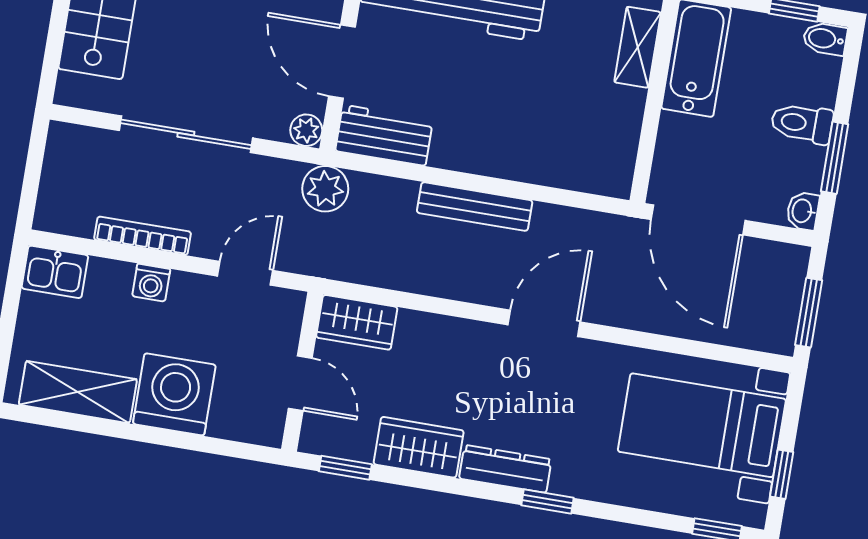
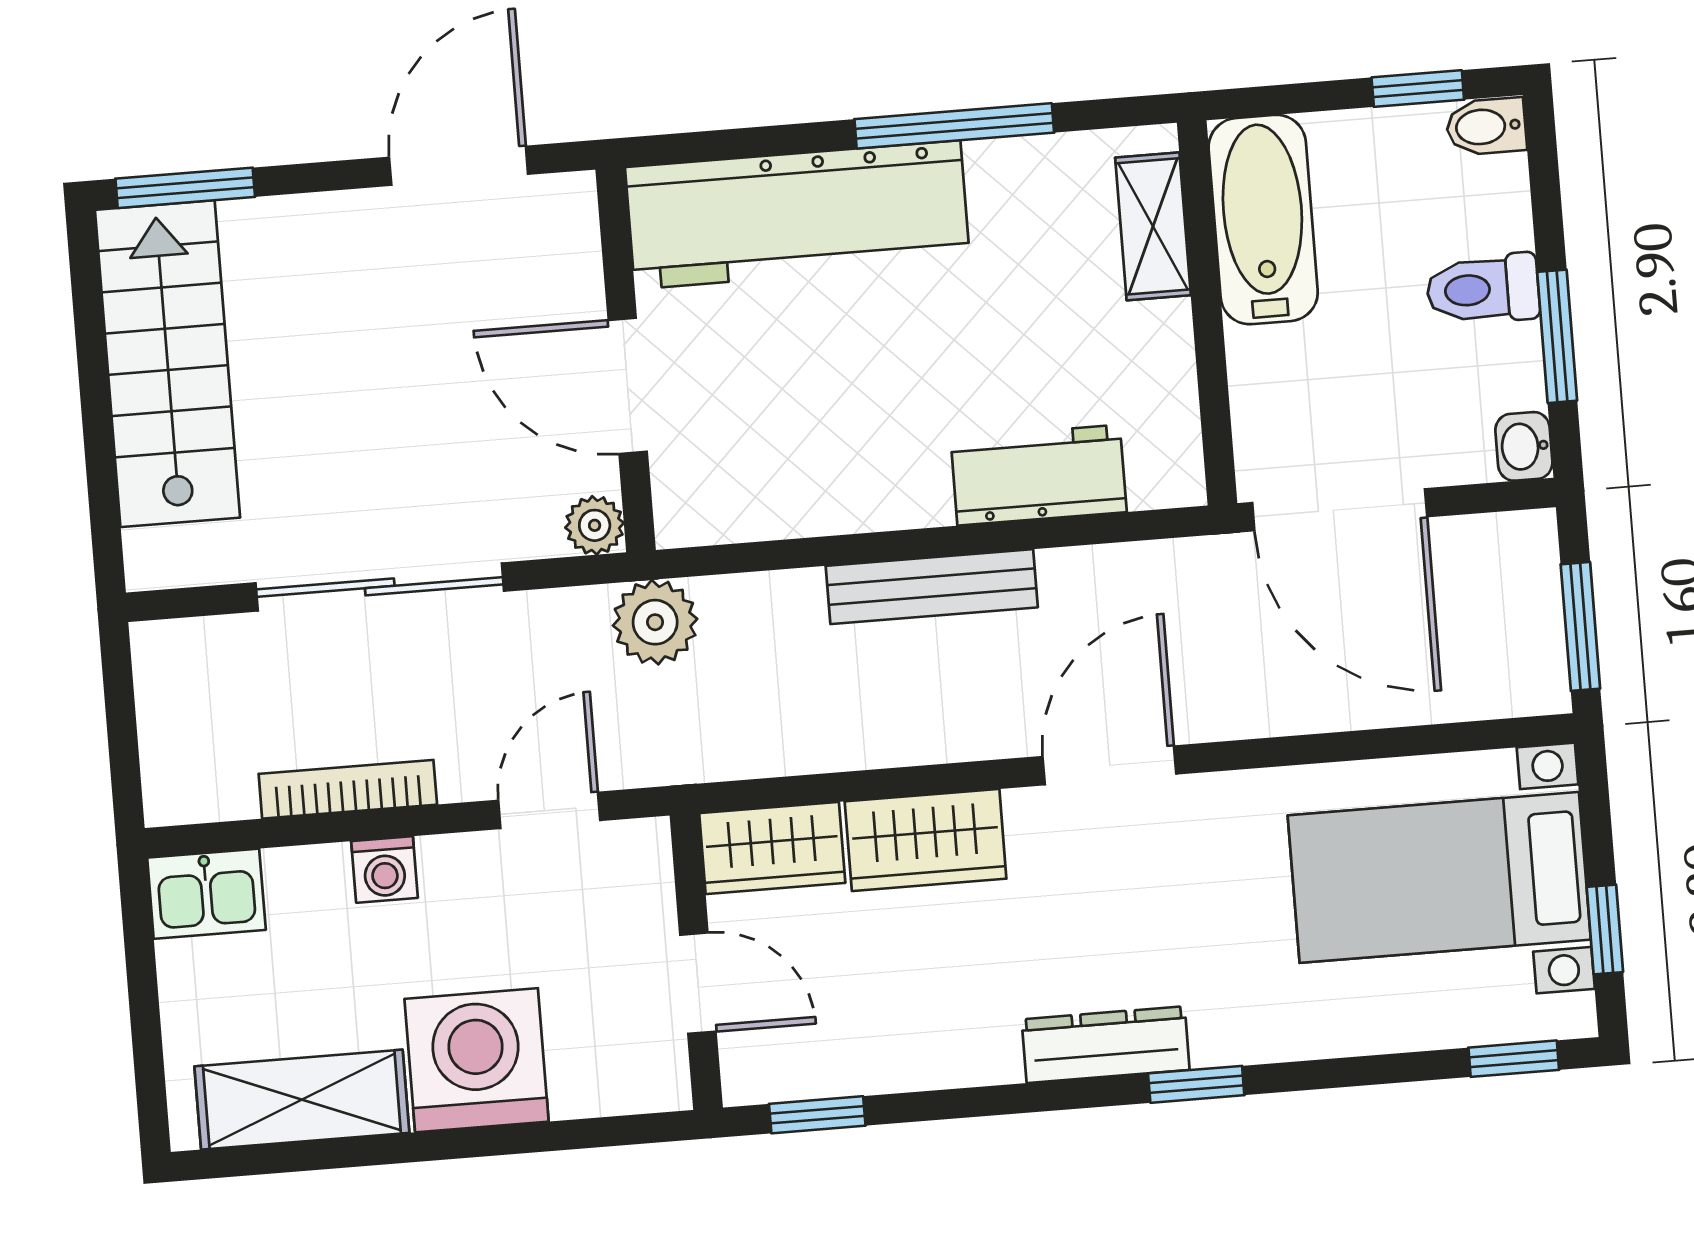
workbench: (384, 135) -> (1039, 475), moved
wardrobe: (419, 447) -> (926, 840), moved, turned 180

